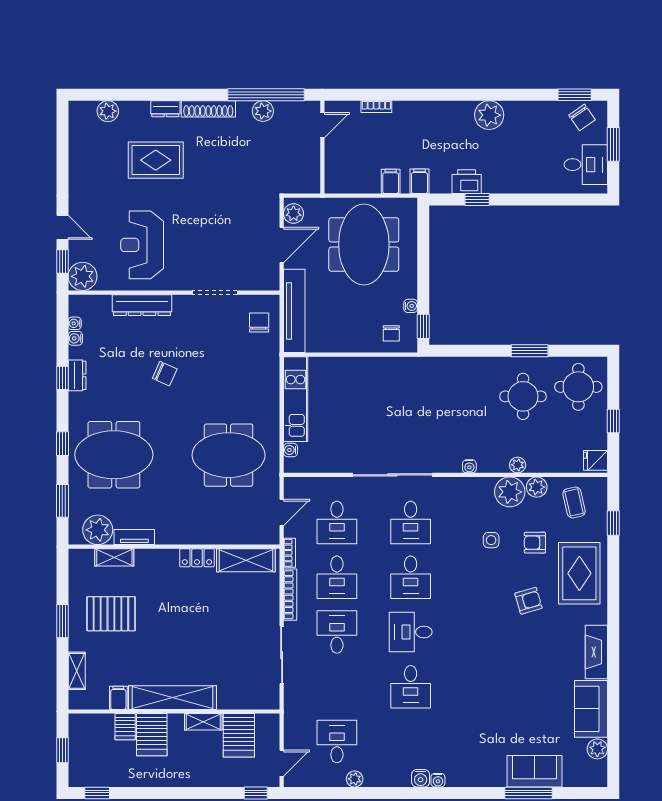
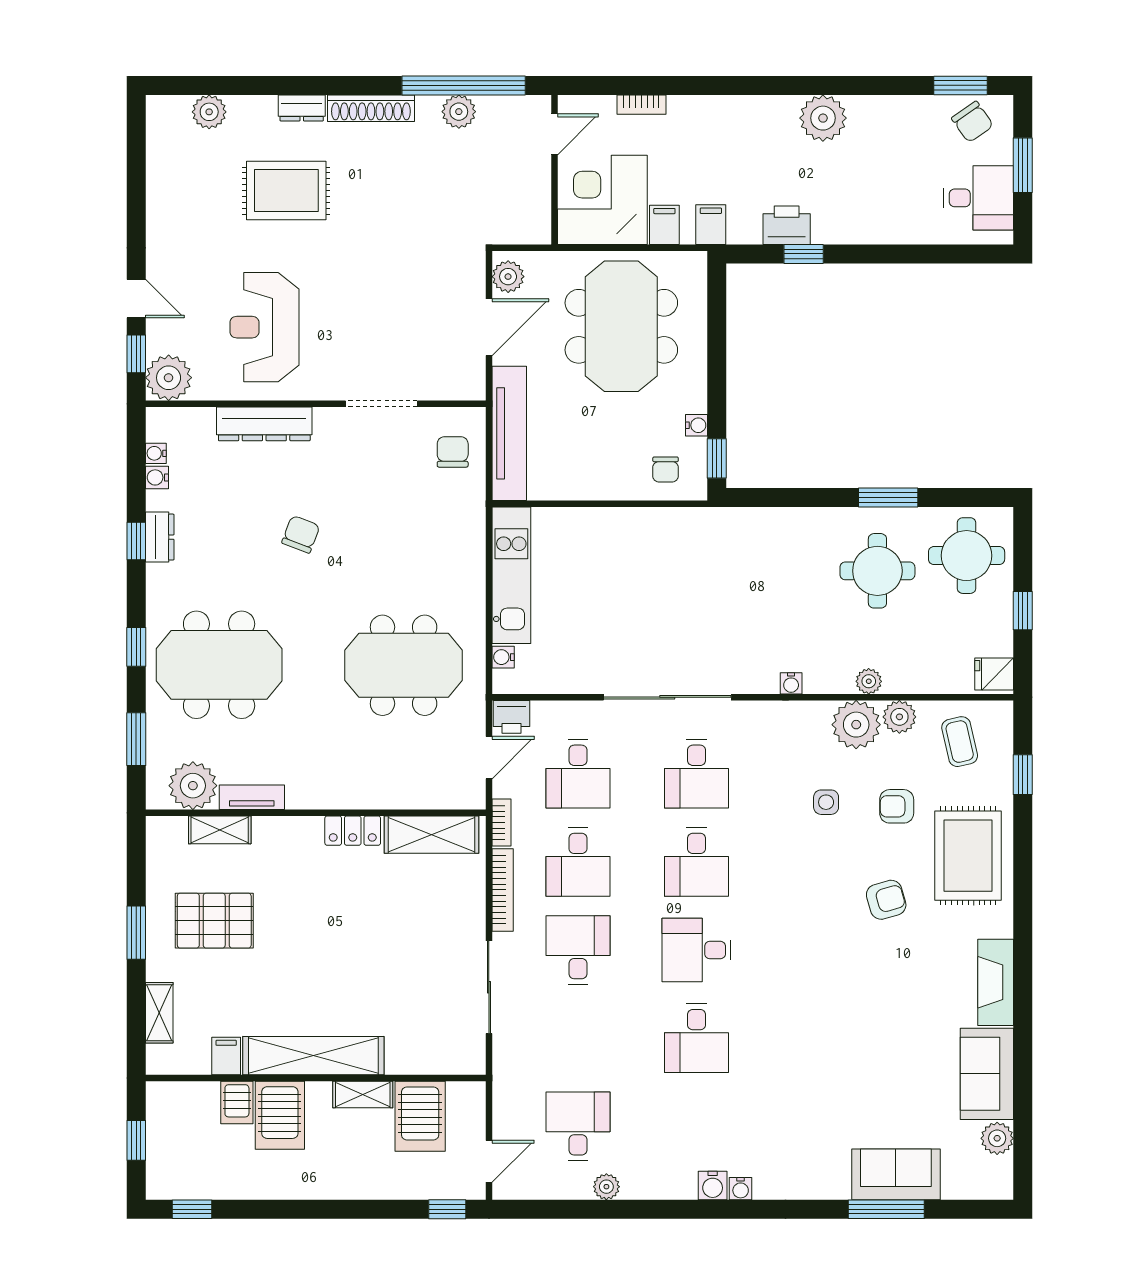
corner desk: (352, 166) -> (602, 200), added
chair: (165, 374) -> (301, 534), turned -93
printer: (296, 487) -> (511, 717), added

